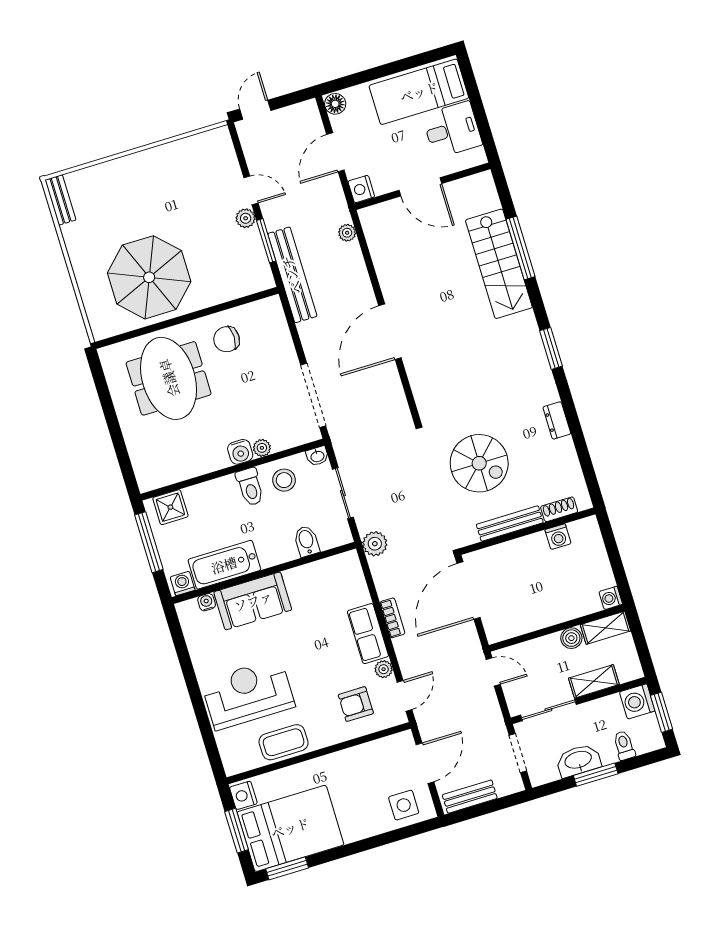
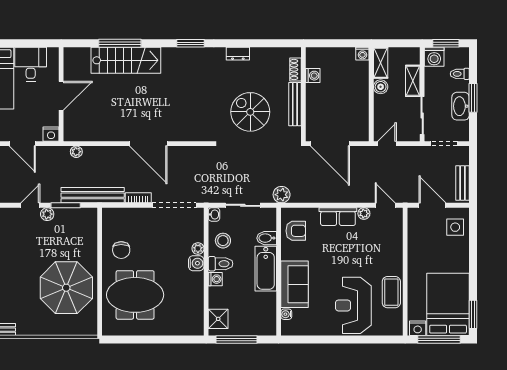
spiral stairs: (479, 463) -> (250, 112), turned -90
bathtub: (224, 565) -> (266, 269), moved
washing machine: (183, 583) -> (215, 279), moved, turned 180
bookcase: (392, 618) -> (138, 198), moved
armchair: (356, 704) -> (296, 231), moved, turned -90
window: (237, 831) -> (439, 340), width x1.44

